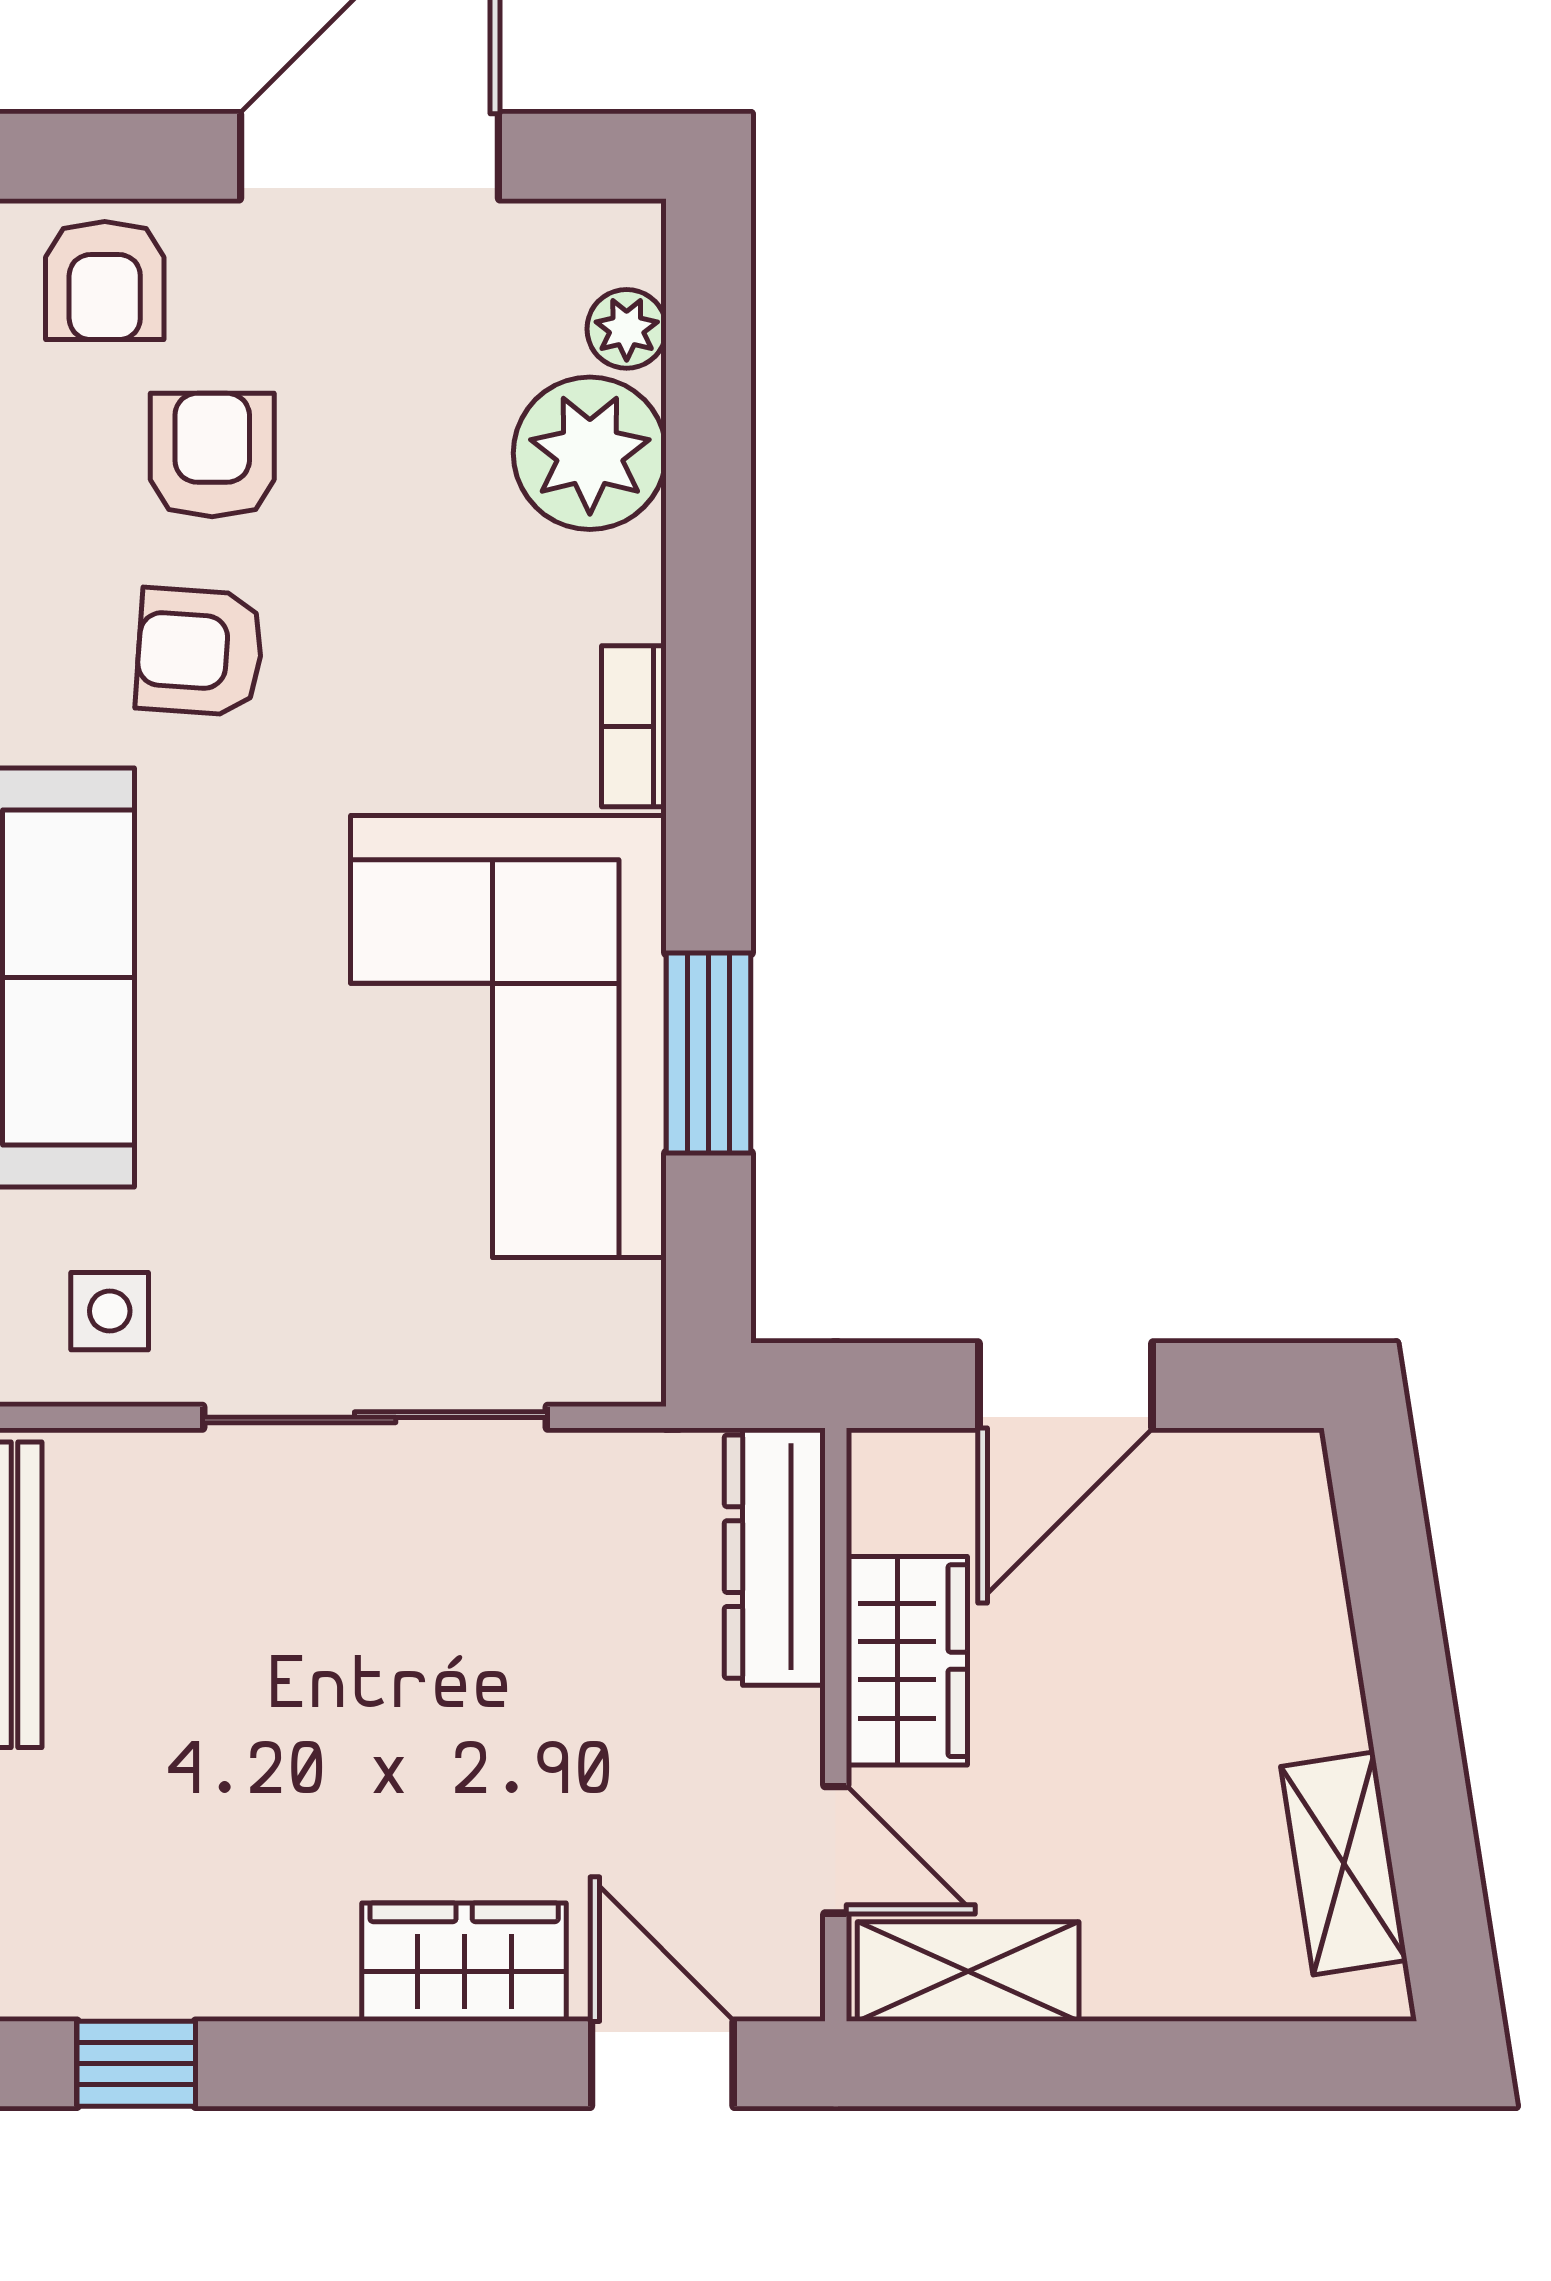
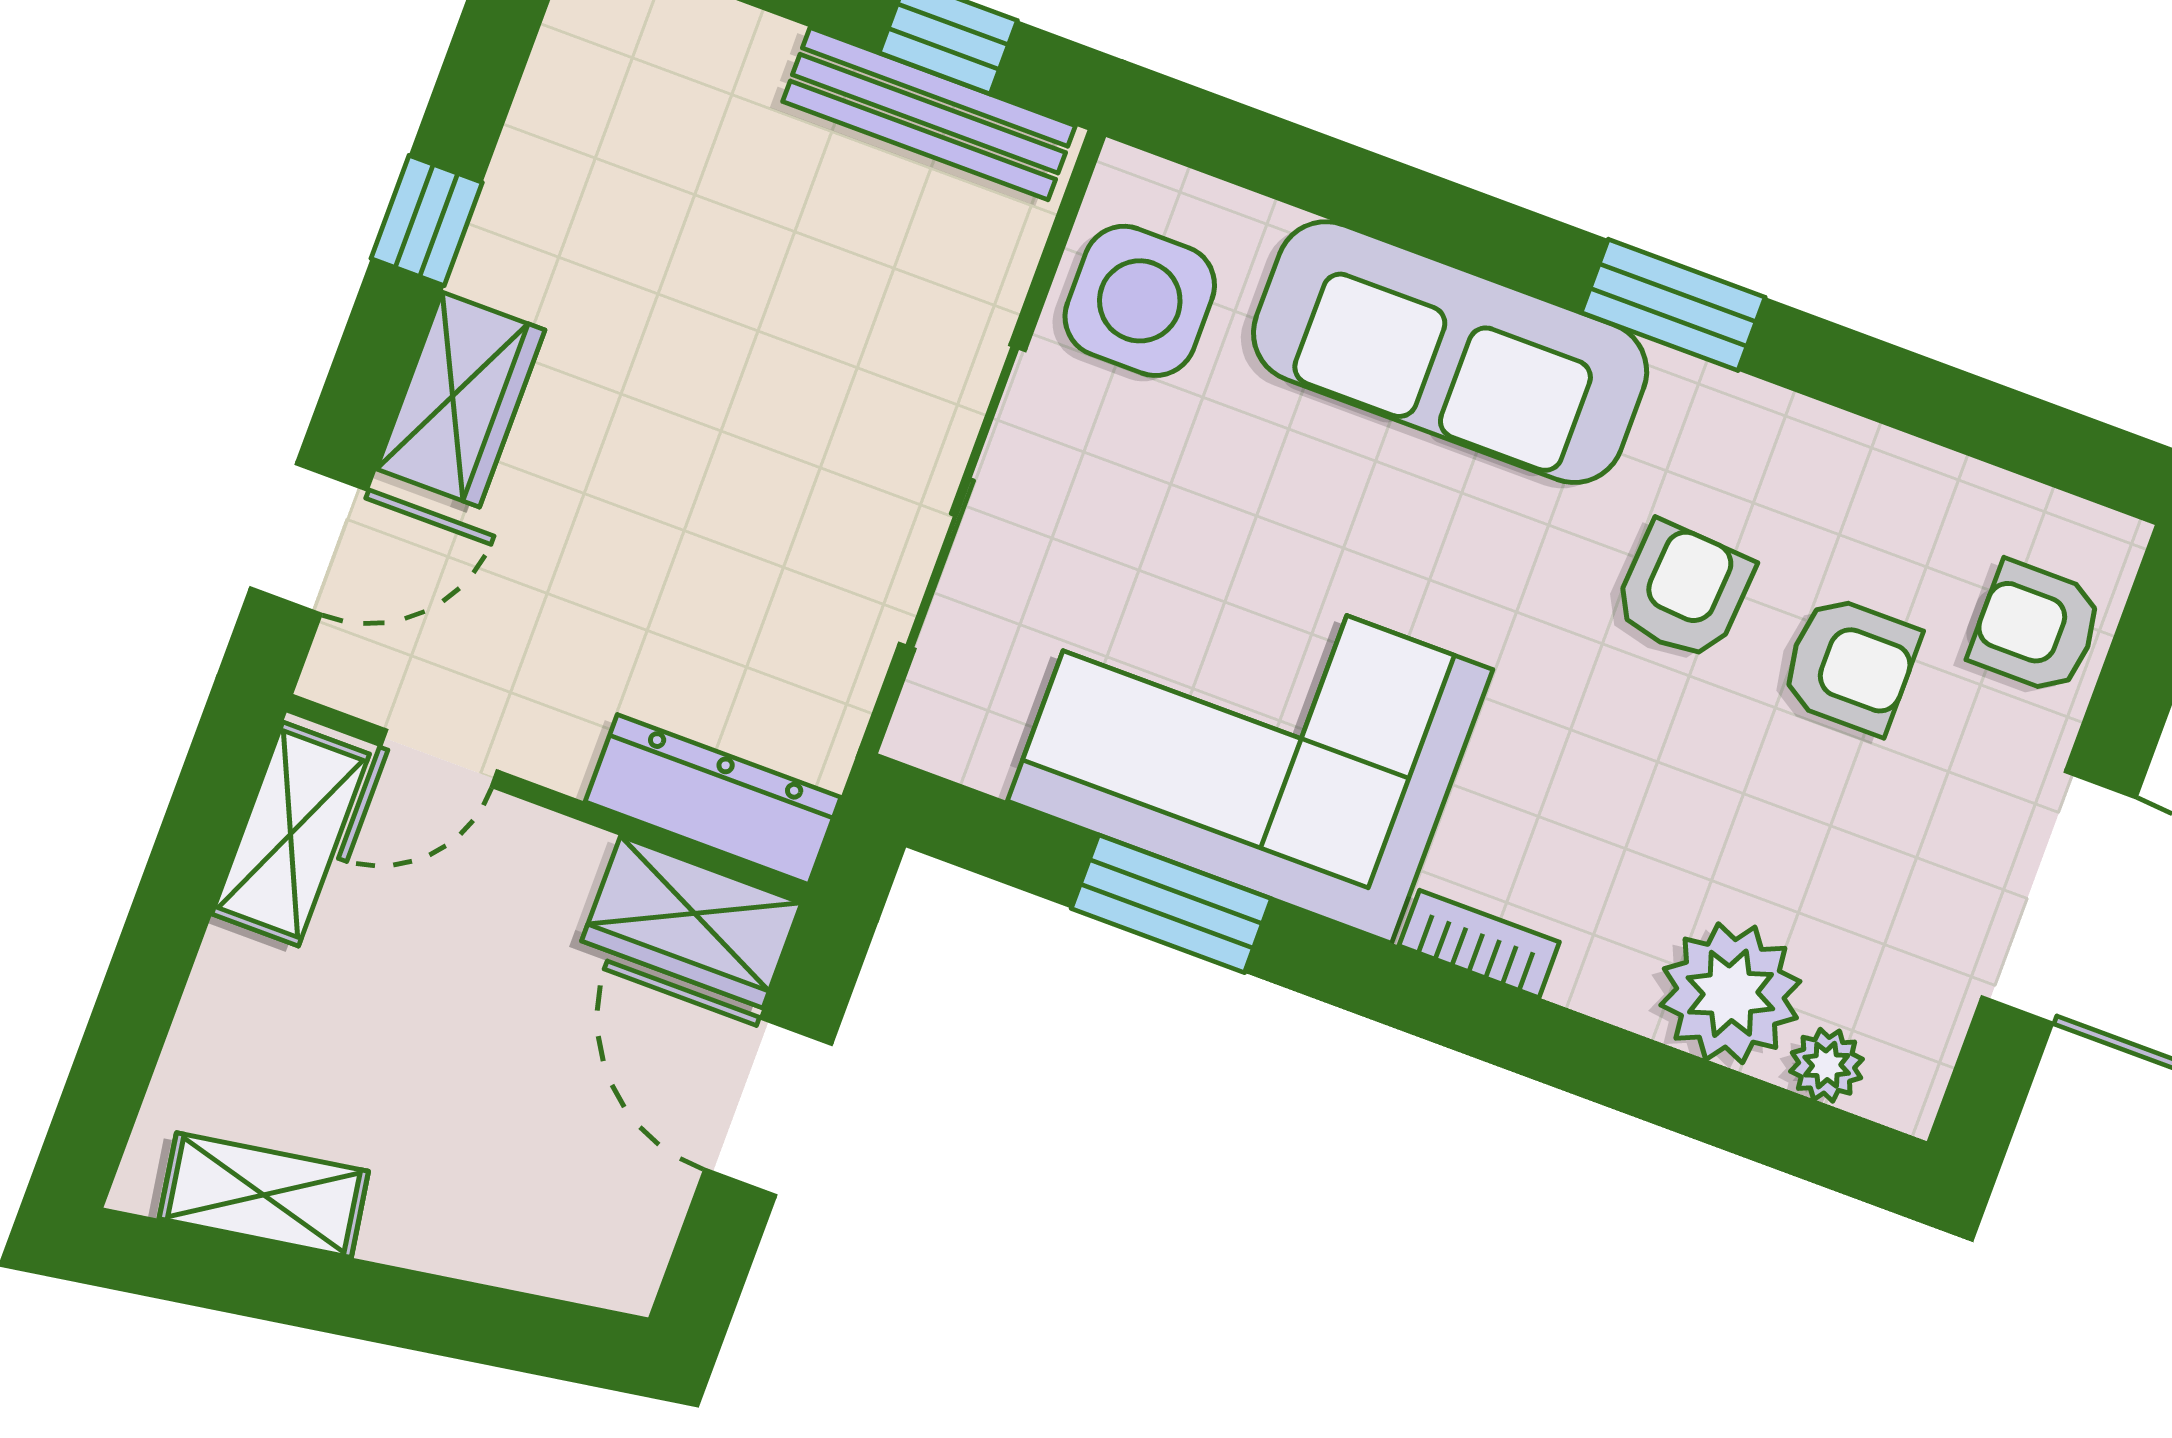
side table: (110, 1311) -> (1140, 301), width x1.87, depth x1.87
wardrobe: (907, 1661) -> (692, 922), moved
window: (136, 2064) -> (427, 220), moved

